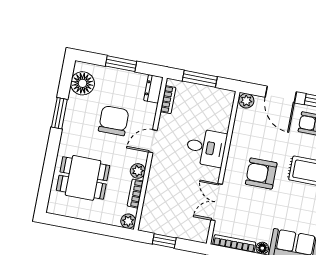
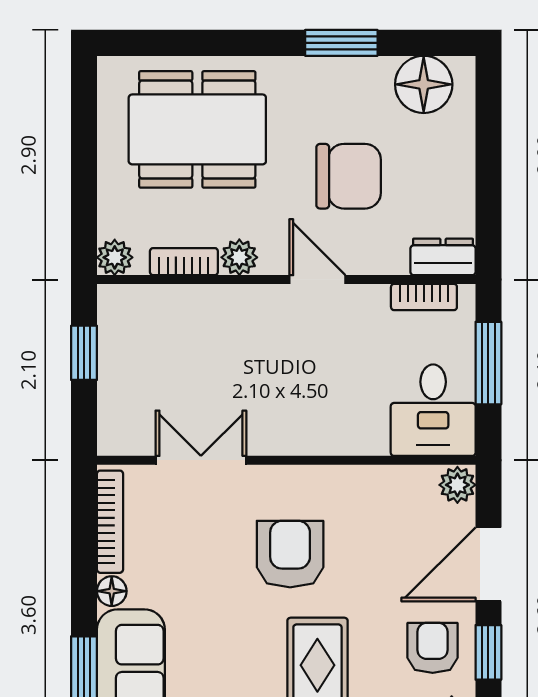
window: (121, 64) -> (488, 168), removed
desk: (206, 147) -> (433, 410), moved
dining table: (83, 178) -> (197, 129), width x1.37

